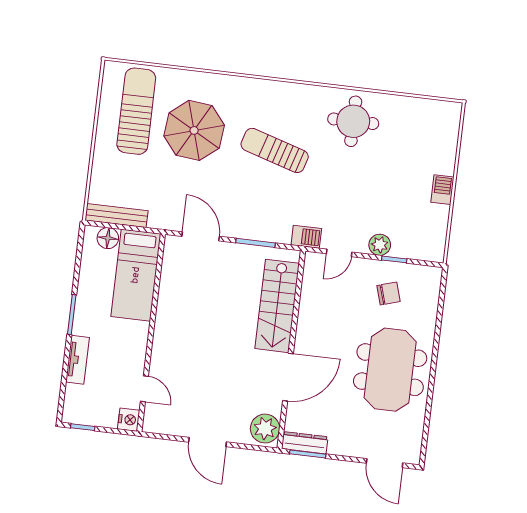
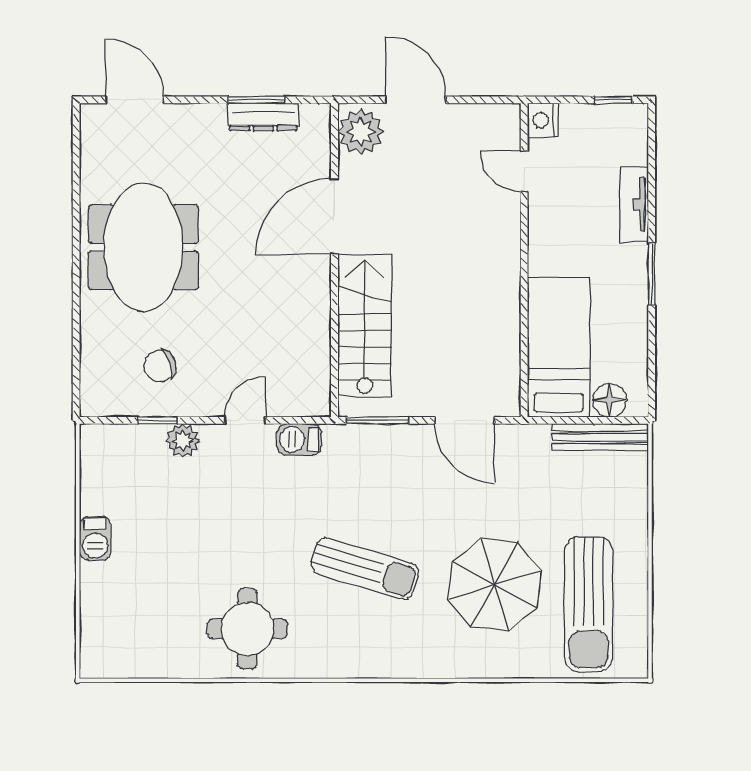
stairs: (277, 306) -> (365, 326), moved
wall: (291, 350) -> (335, 260), moved
door: (288, 377) -> (335, 216), moved
plant: (265, 429) -> (361, 132), moved

